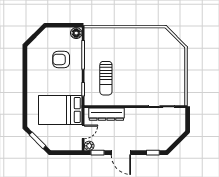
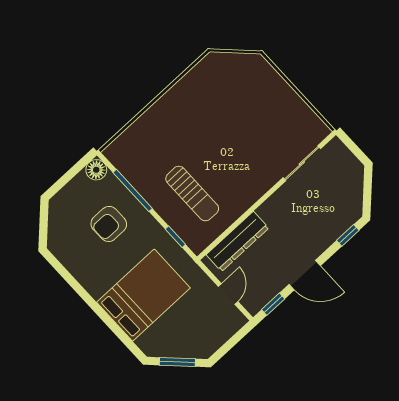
bed: (60, 110) -> (143, 295), moved, turned 180
plant: (89, 146) -> (253, 305), removed

